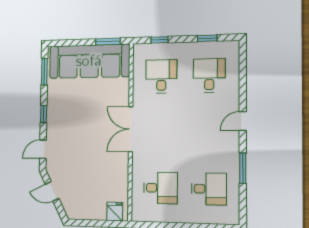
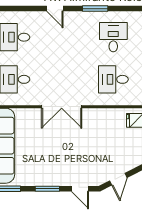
window: (44, 114) -> (47, 189), width x1.50
desk: (160, 188) -> (113, 79), turned -90

